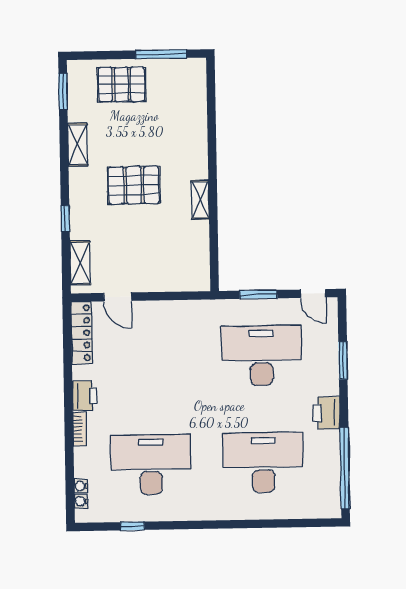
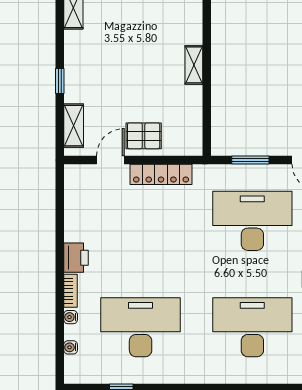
pallet: (134, 185) -> (144, 136), moved, width x0.67, depth x0.71
door: (118, 297) -> (110, 160), swing flipped
locker: (82, 333) -> (161, 174), moved, turned 90
water cooler: (81, 501) -> (71, 317), moved

